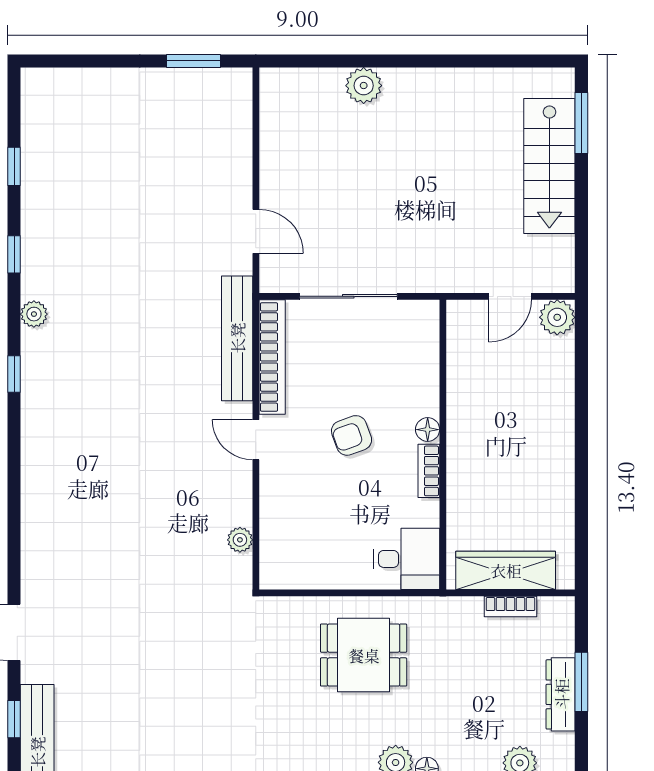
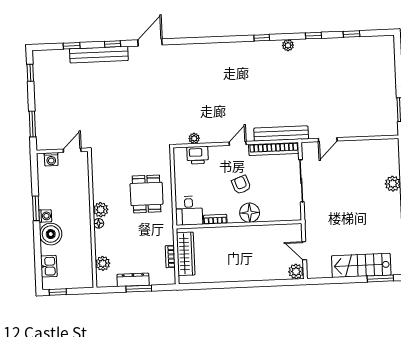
floor lamp: (428, 430) -> (250, 213), width x1.89, depth x1.89
bookcase: (429, 471) -> (215, 219), moved
printer: (279, 533) -> (198, 155), added

